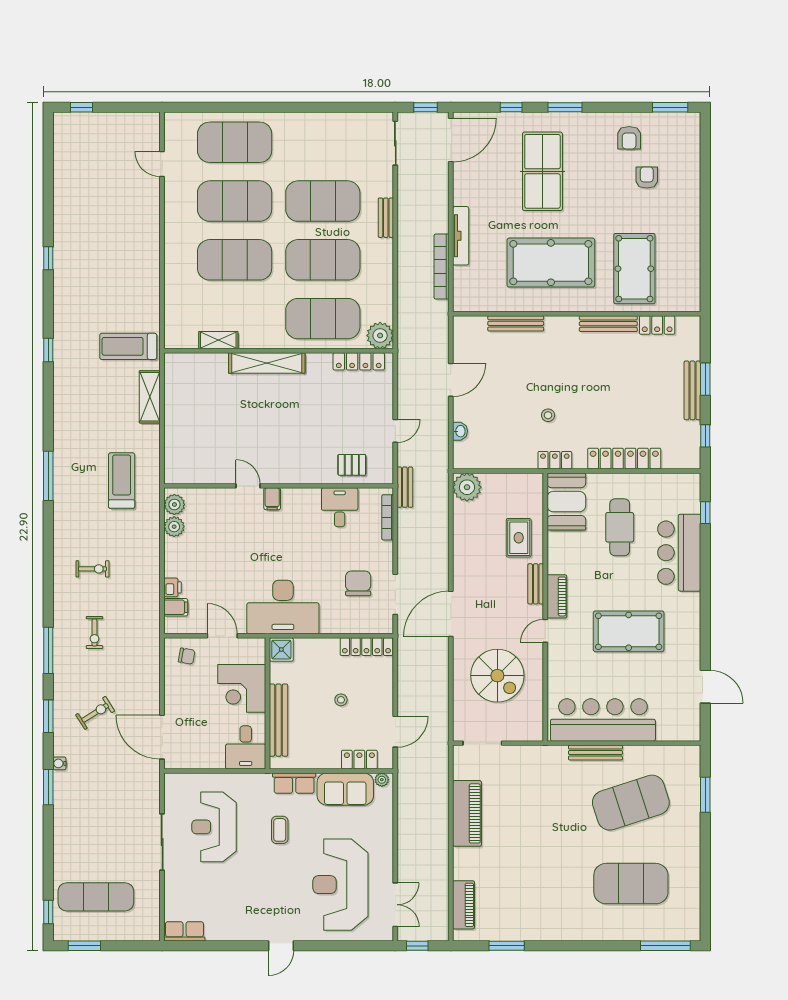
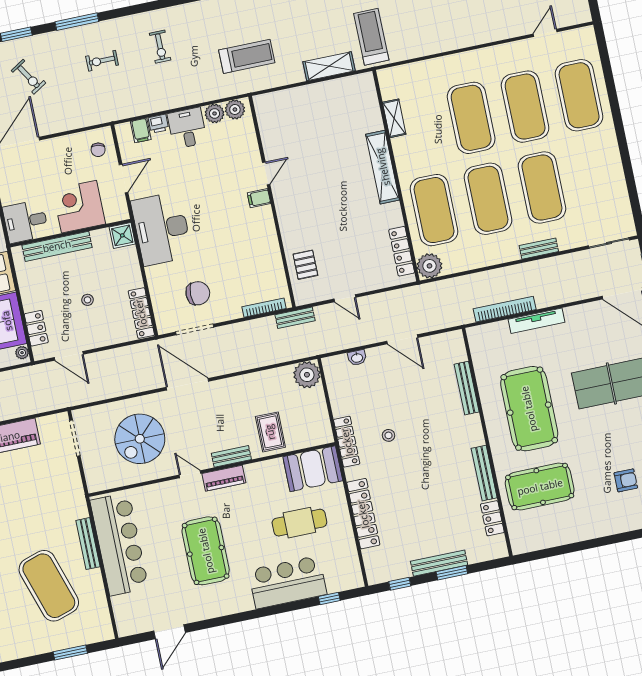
locker: (555, 460) -> (347, 442), width x1.53
desk: (340, 507) -> (187, 128), moved, turned -90
rug: (519, 538) -> (270, 432), turned 90

